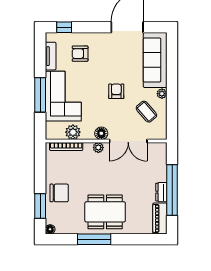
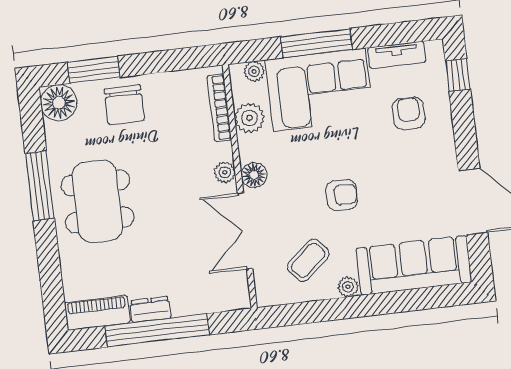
plant: (50, 127) -> (254, 71), added
floor lamp: (50, 229) -> (59, 103), width x1.89, depth x1.89

